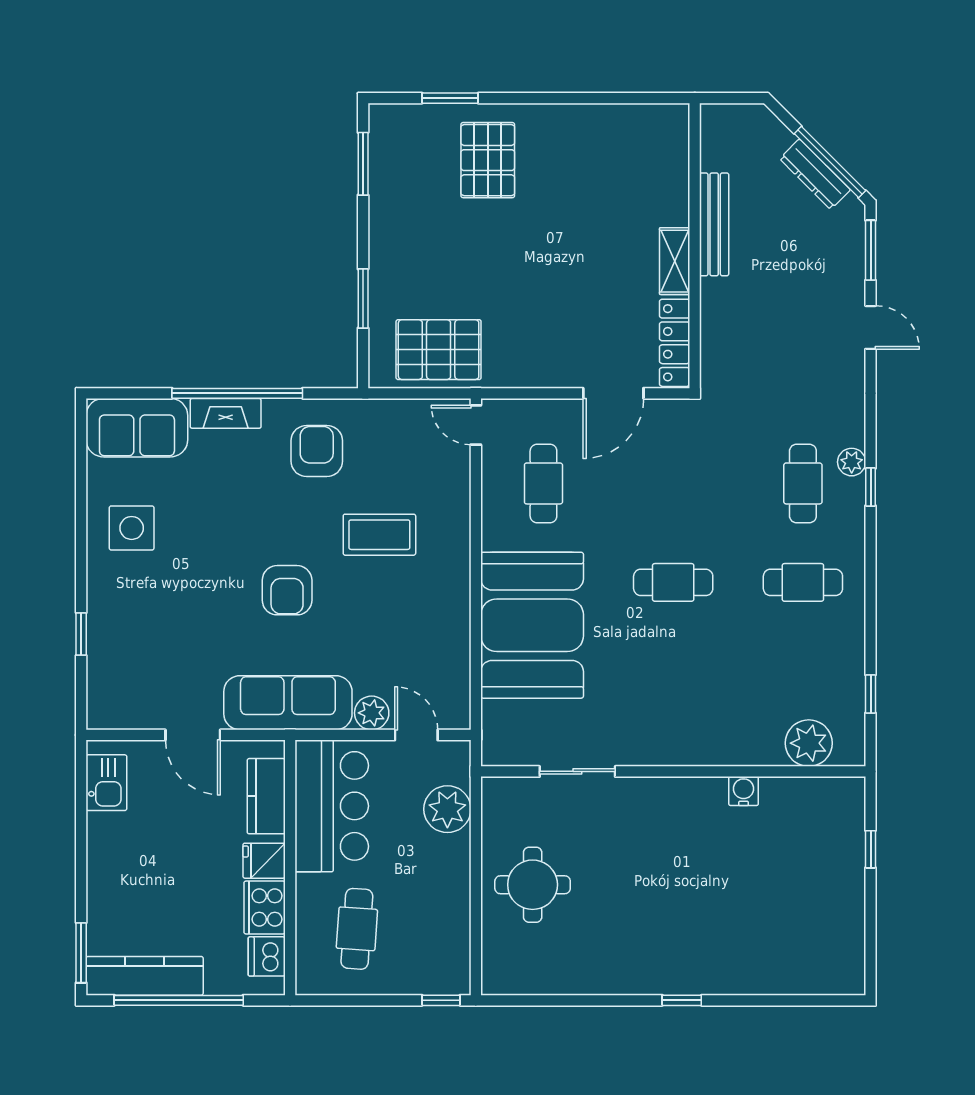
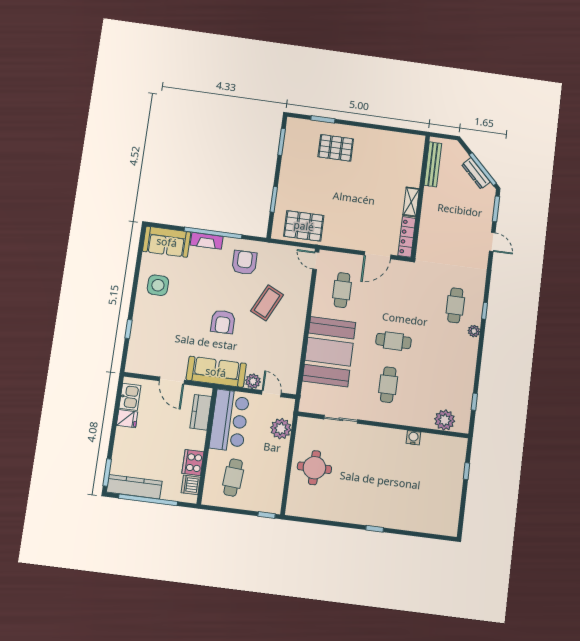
pallet: (488, 160) -> (336, 148), turned 90
bench: (714, 224) -> (433, 164), moved
plant: (852, 462) -> (474, 331), moved
coffee table: (379, 535) -> (267, 303), turned -64
cafe table: (803, 582) -> (388, 385), moved, turned 90
fridge: (264, 861) -> (127, 419), moved, turned 180

